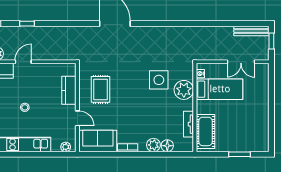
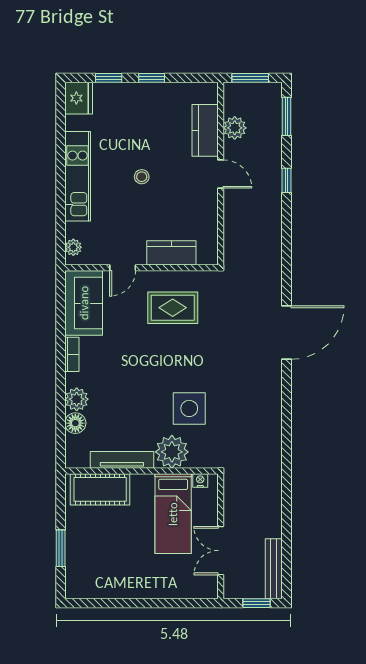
tv unit: (188, 124) -> (122, 460), width x1.41

